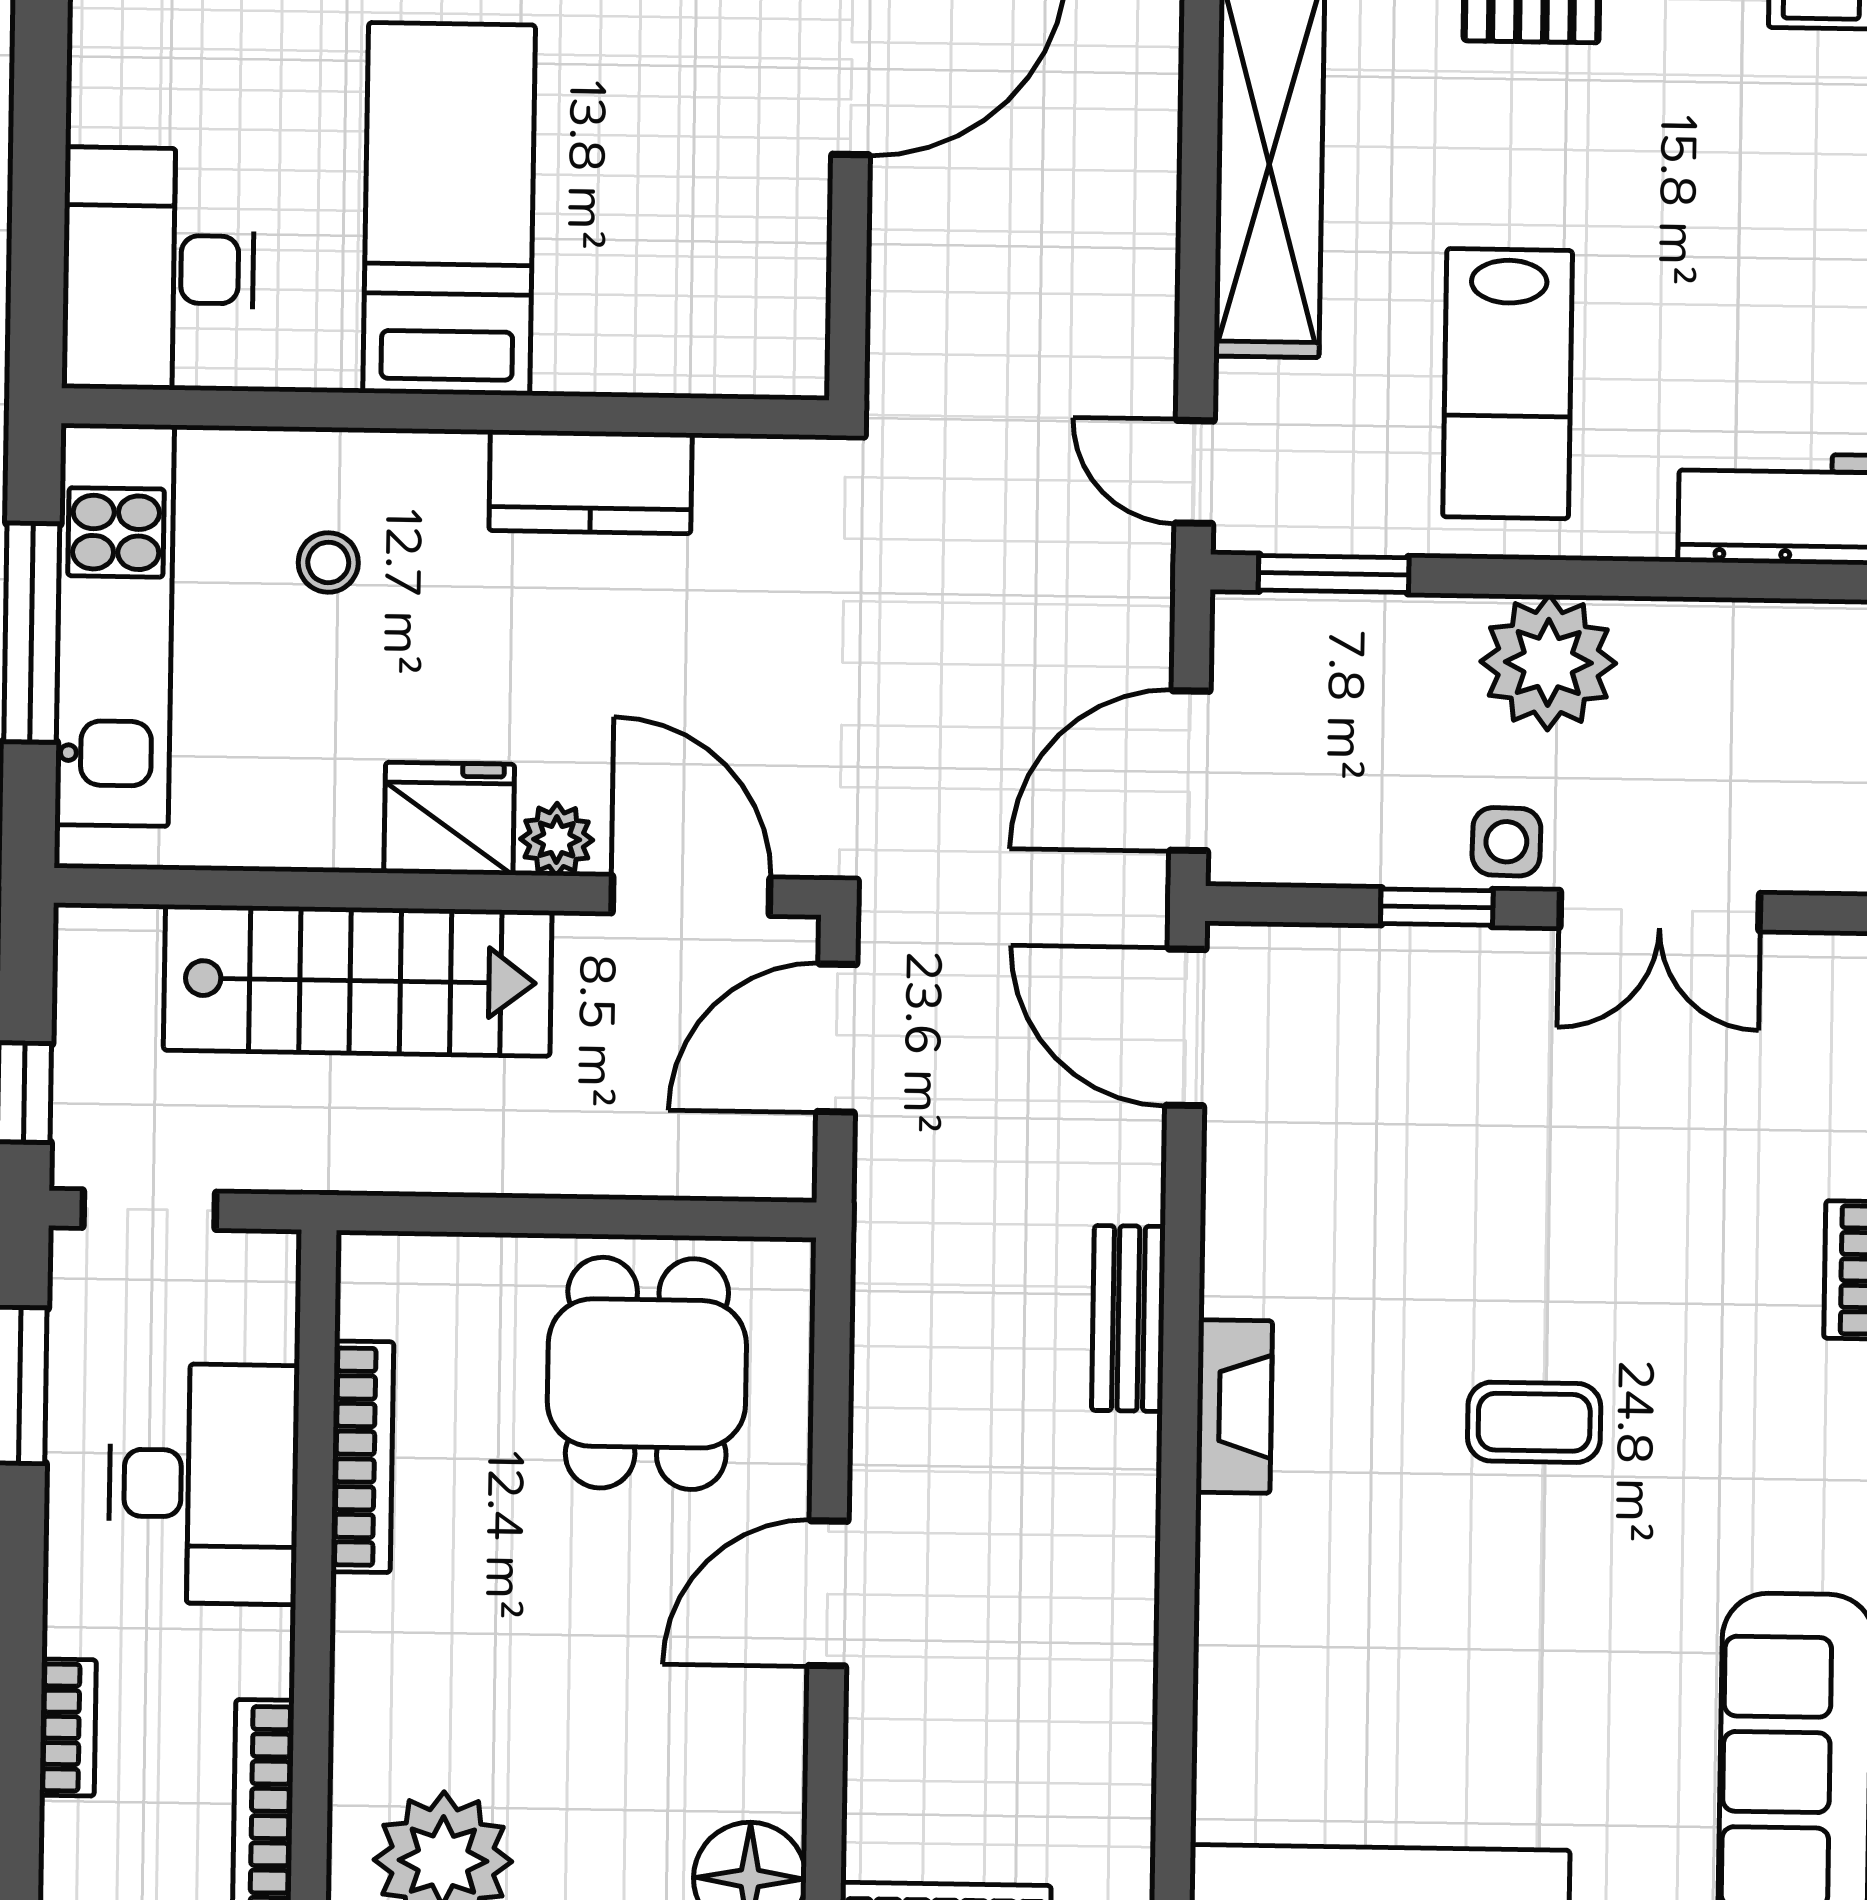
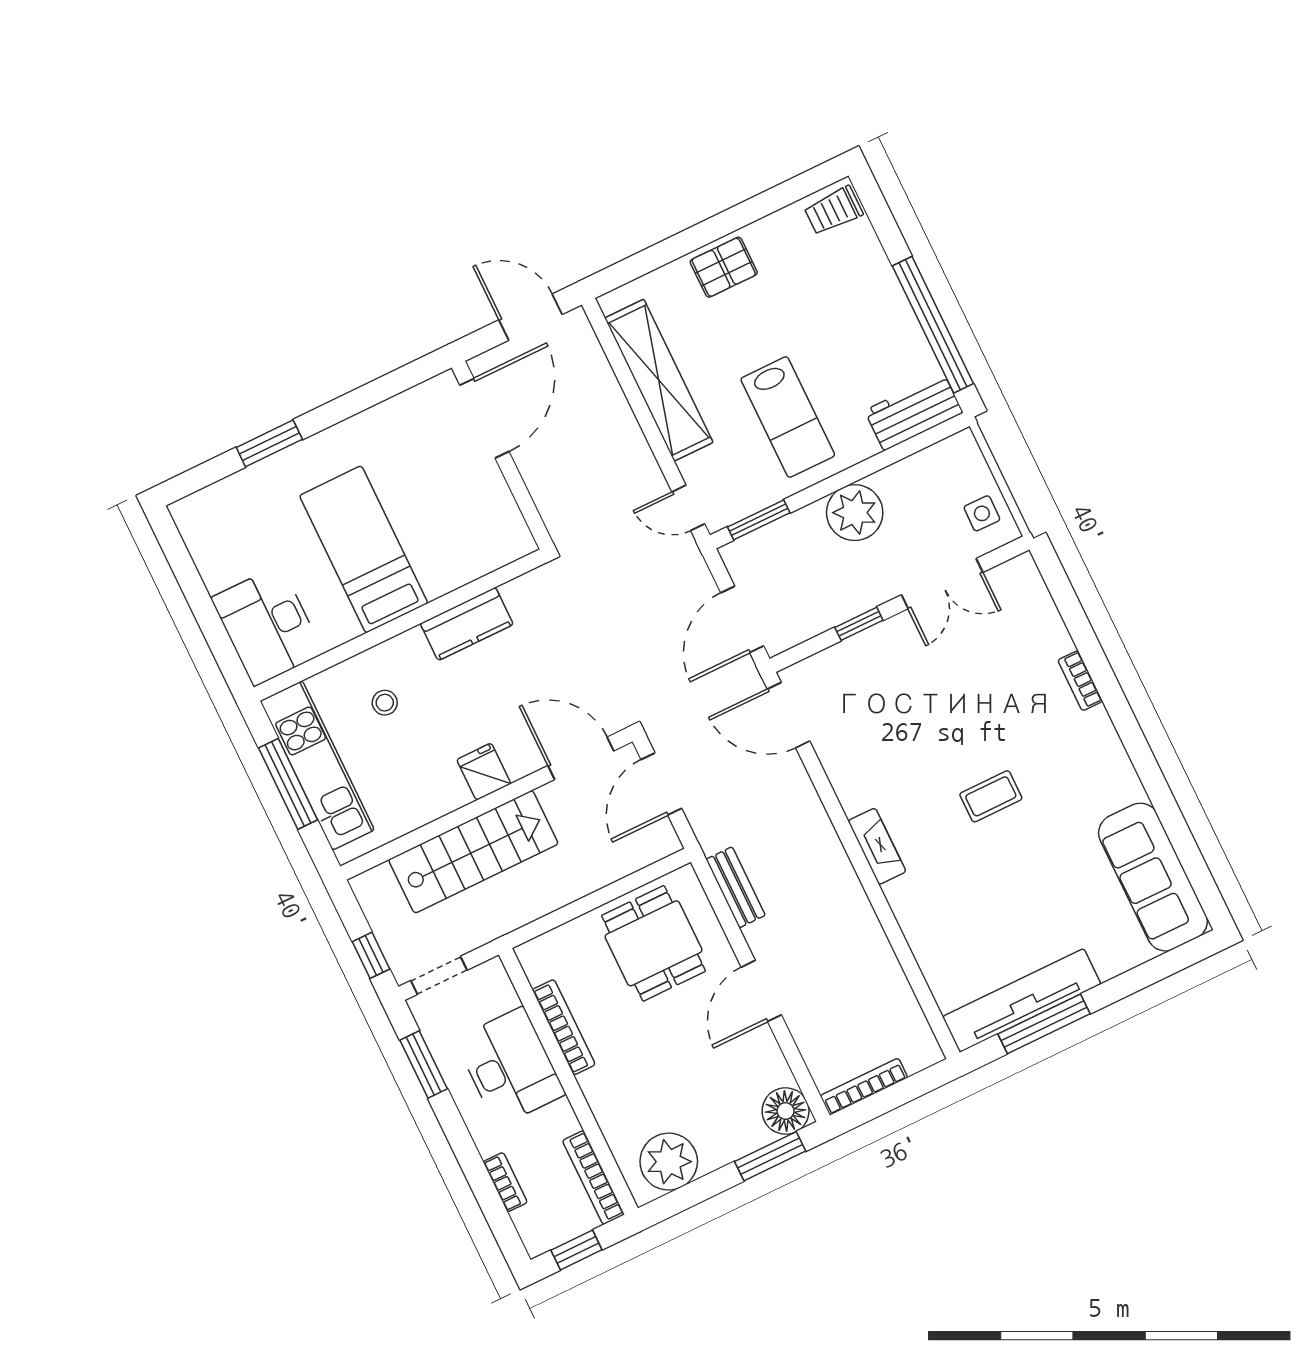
fridge: (449, 819) -> (484, 772), width x0.72
plant: (557, 840) -> (521, 763), removed
side table: (1506, 842) -> (982, 513), moved
bench: (1128, 1318) -> (736, 887), moved

